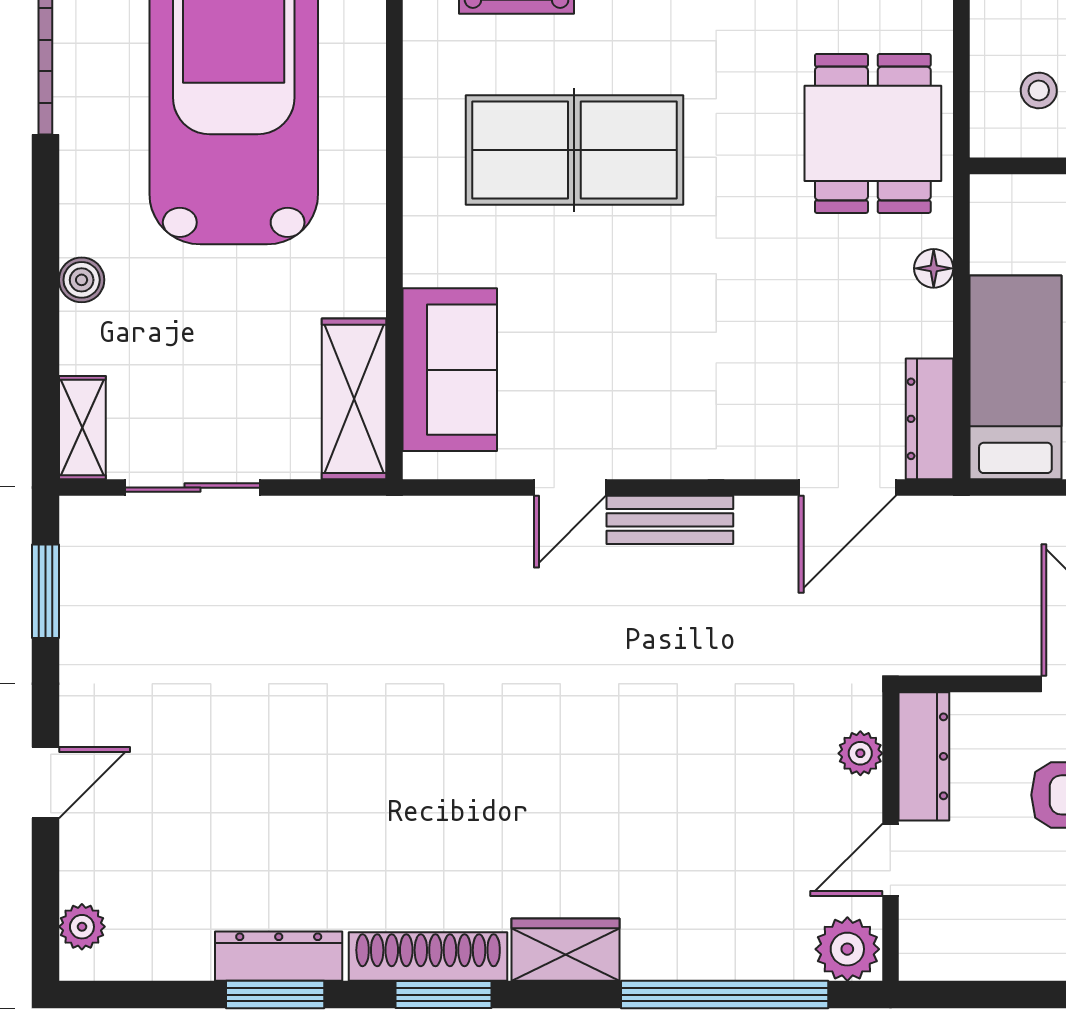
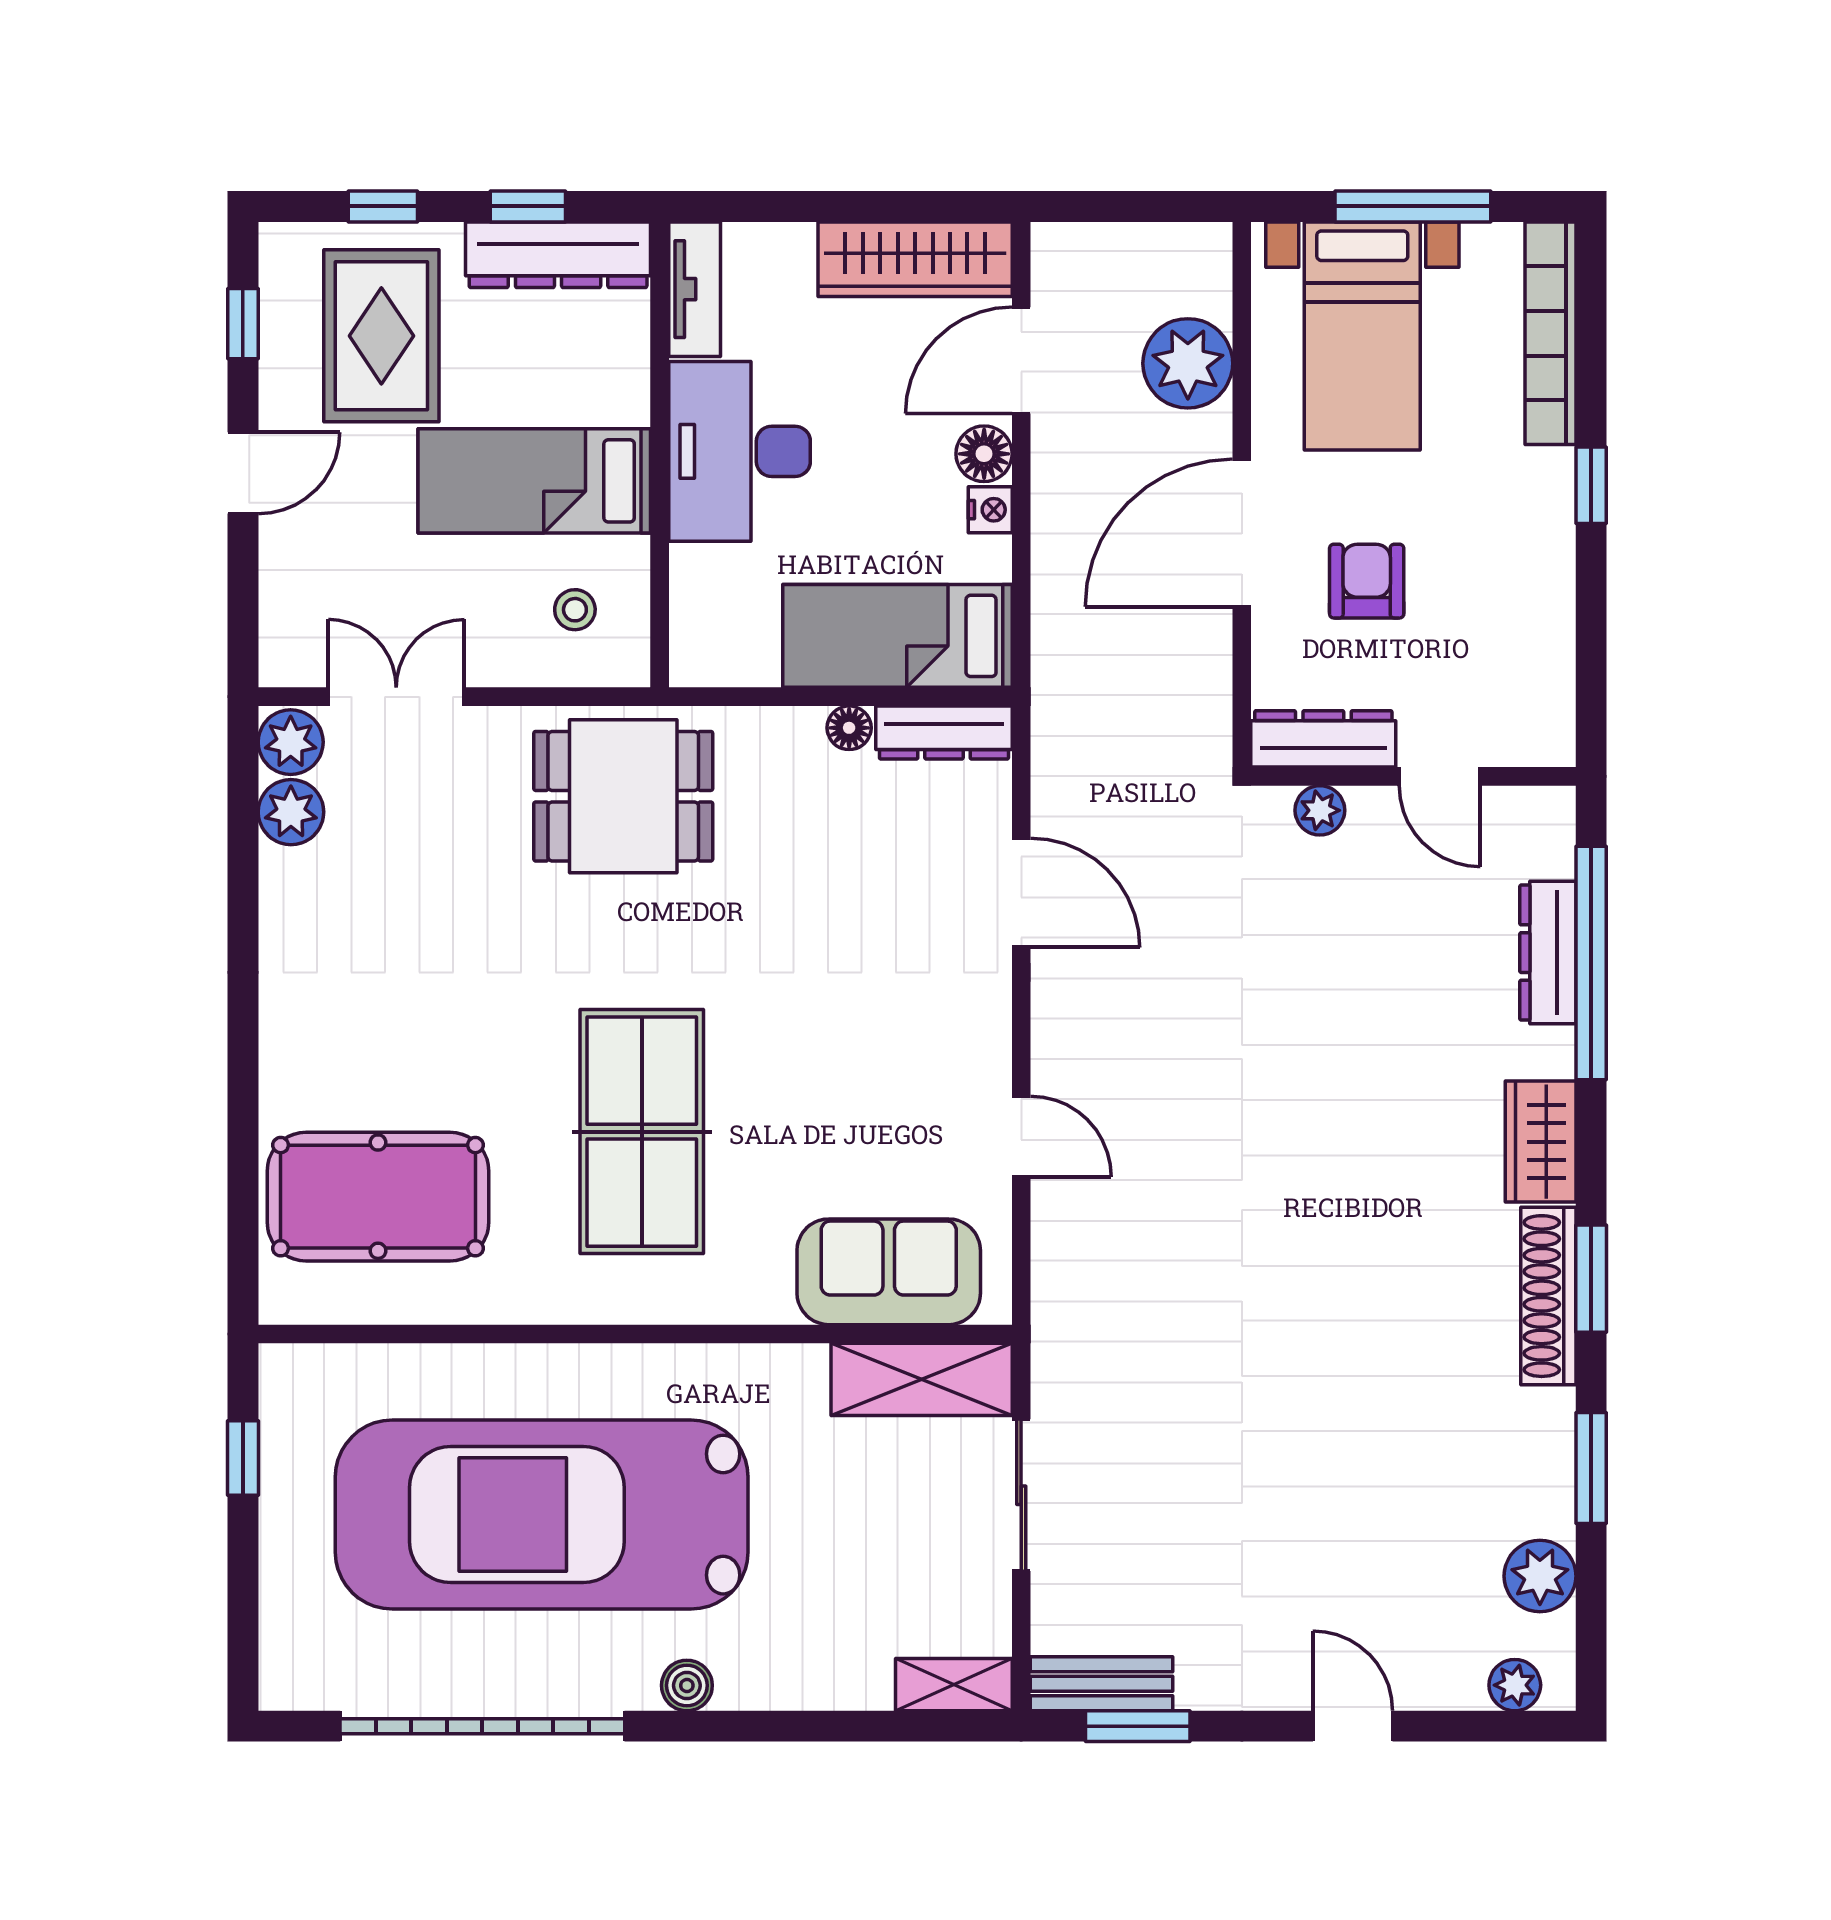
floor lamp: (934, 268) -> (849, 728), moved
boiler: (82, 280) -> (687, 1685), moved
sliding door: (192, 488) -> (1021, 1495), moved
door: (847, 488) -> (1021, 893), moved
bench: (670, 520) -> (1101, 1684), moved, turned 90
plant: (847, 949) -> (1540, 1576), moved
dresser: (279, 956) -> (1548, 953), moved

